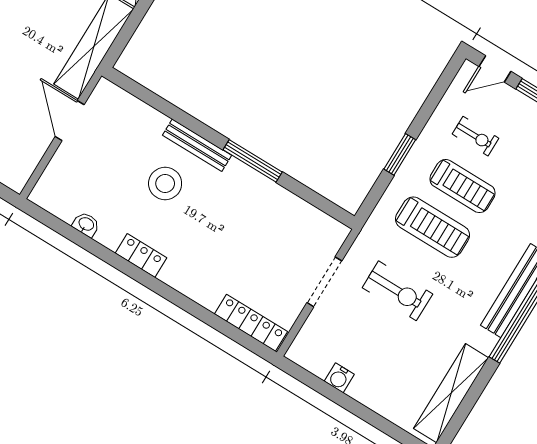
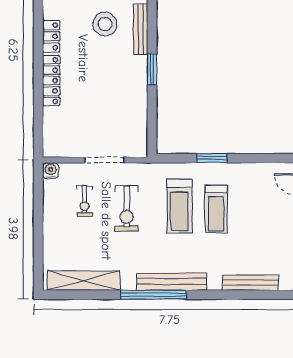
exercise bike: (475, 136) -> (85, 201), moved
window: (253, 161) -> (152, 70), width x0.69
locker: (251, 323) -> (51, 81), moved
water cooler: (339, 378) -> (51, 171), moved, turned 90

